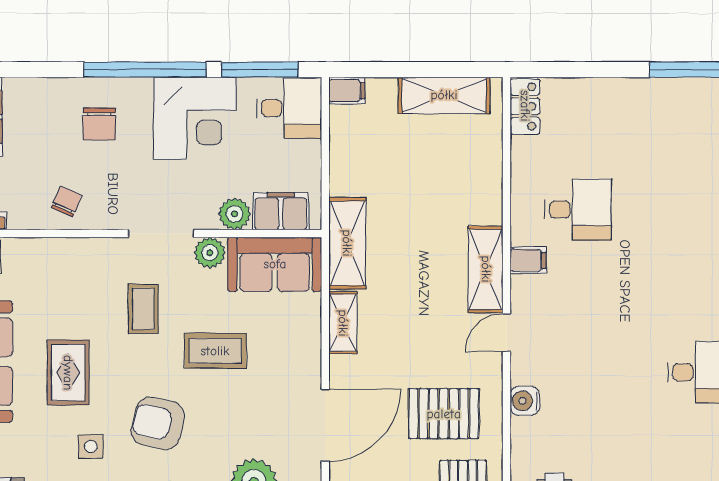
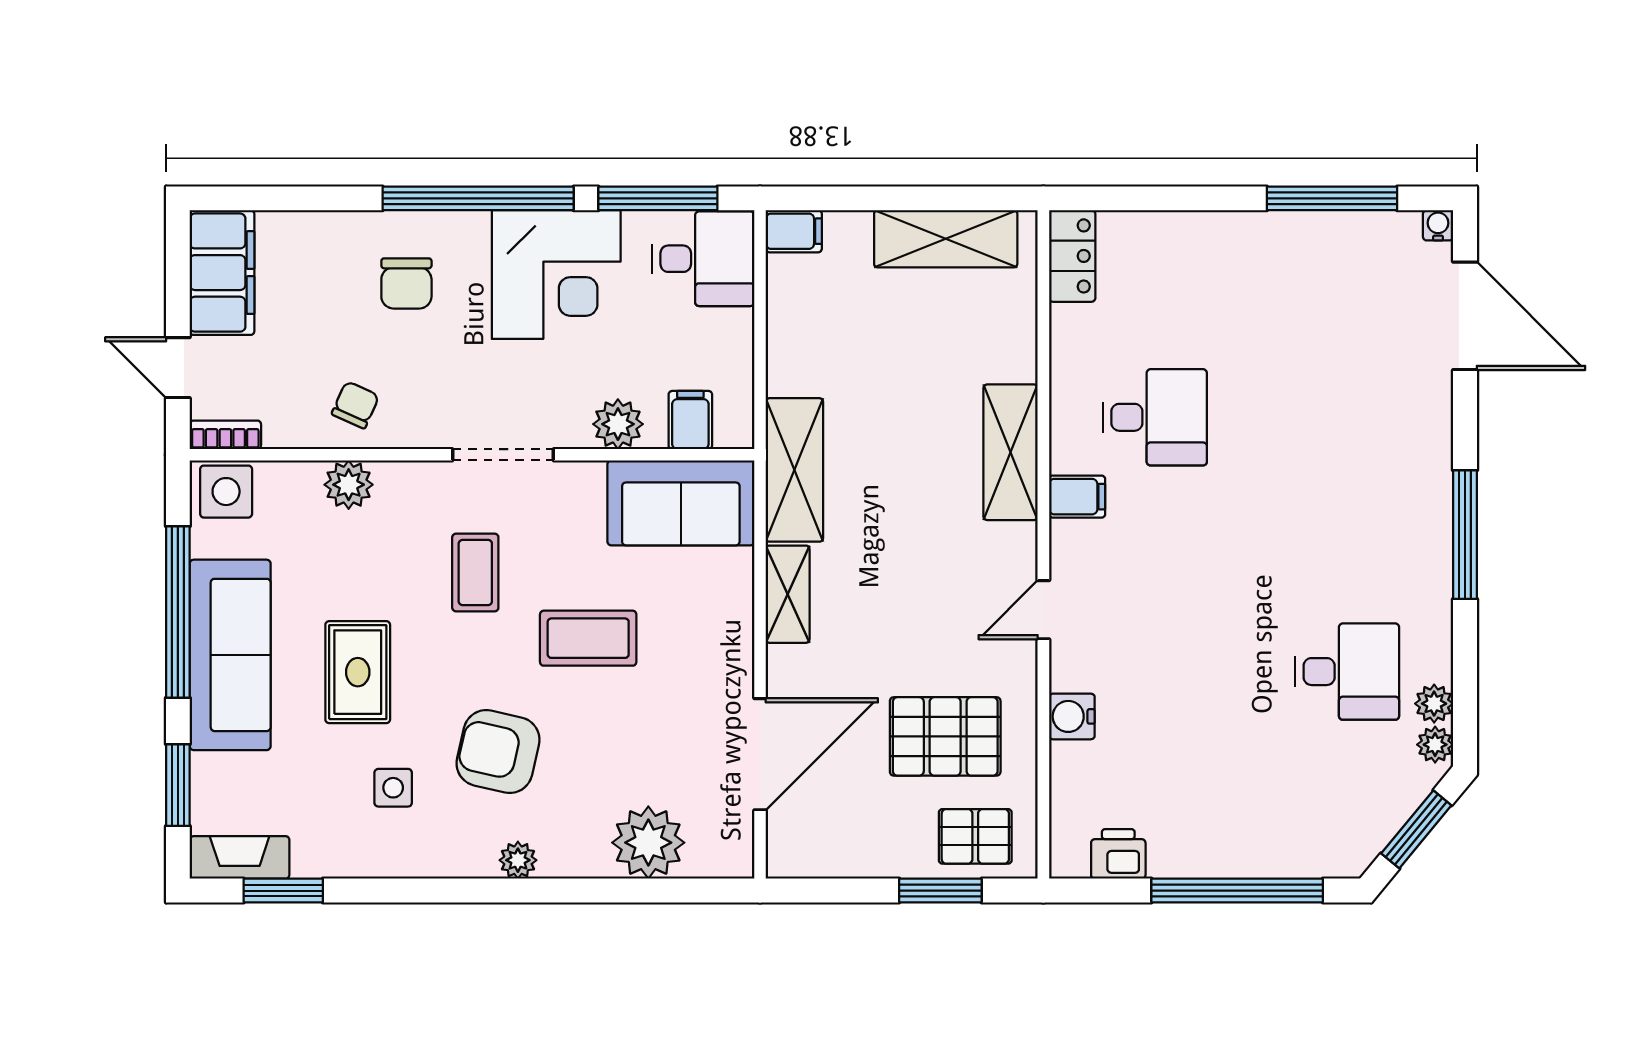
filing cabinet: (281, 211) -> (690, 420), width x0.50
plant: (210, 253) -> (349, 485), moved
shelving: (486, 269) -> (1011, 452), moved

